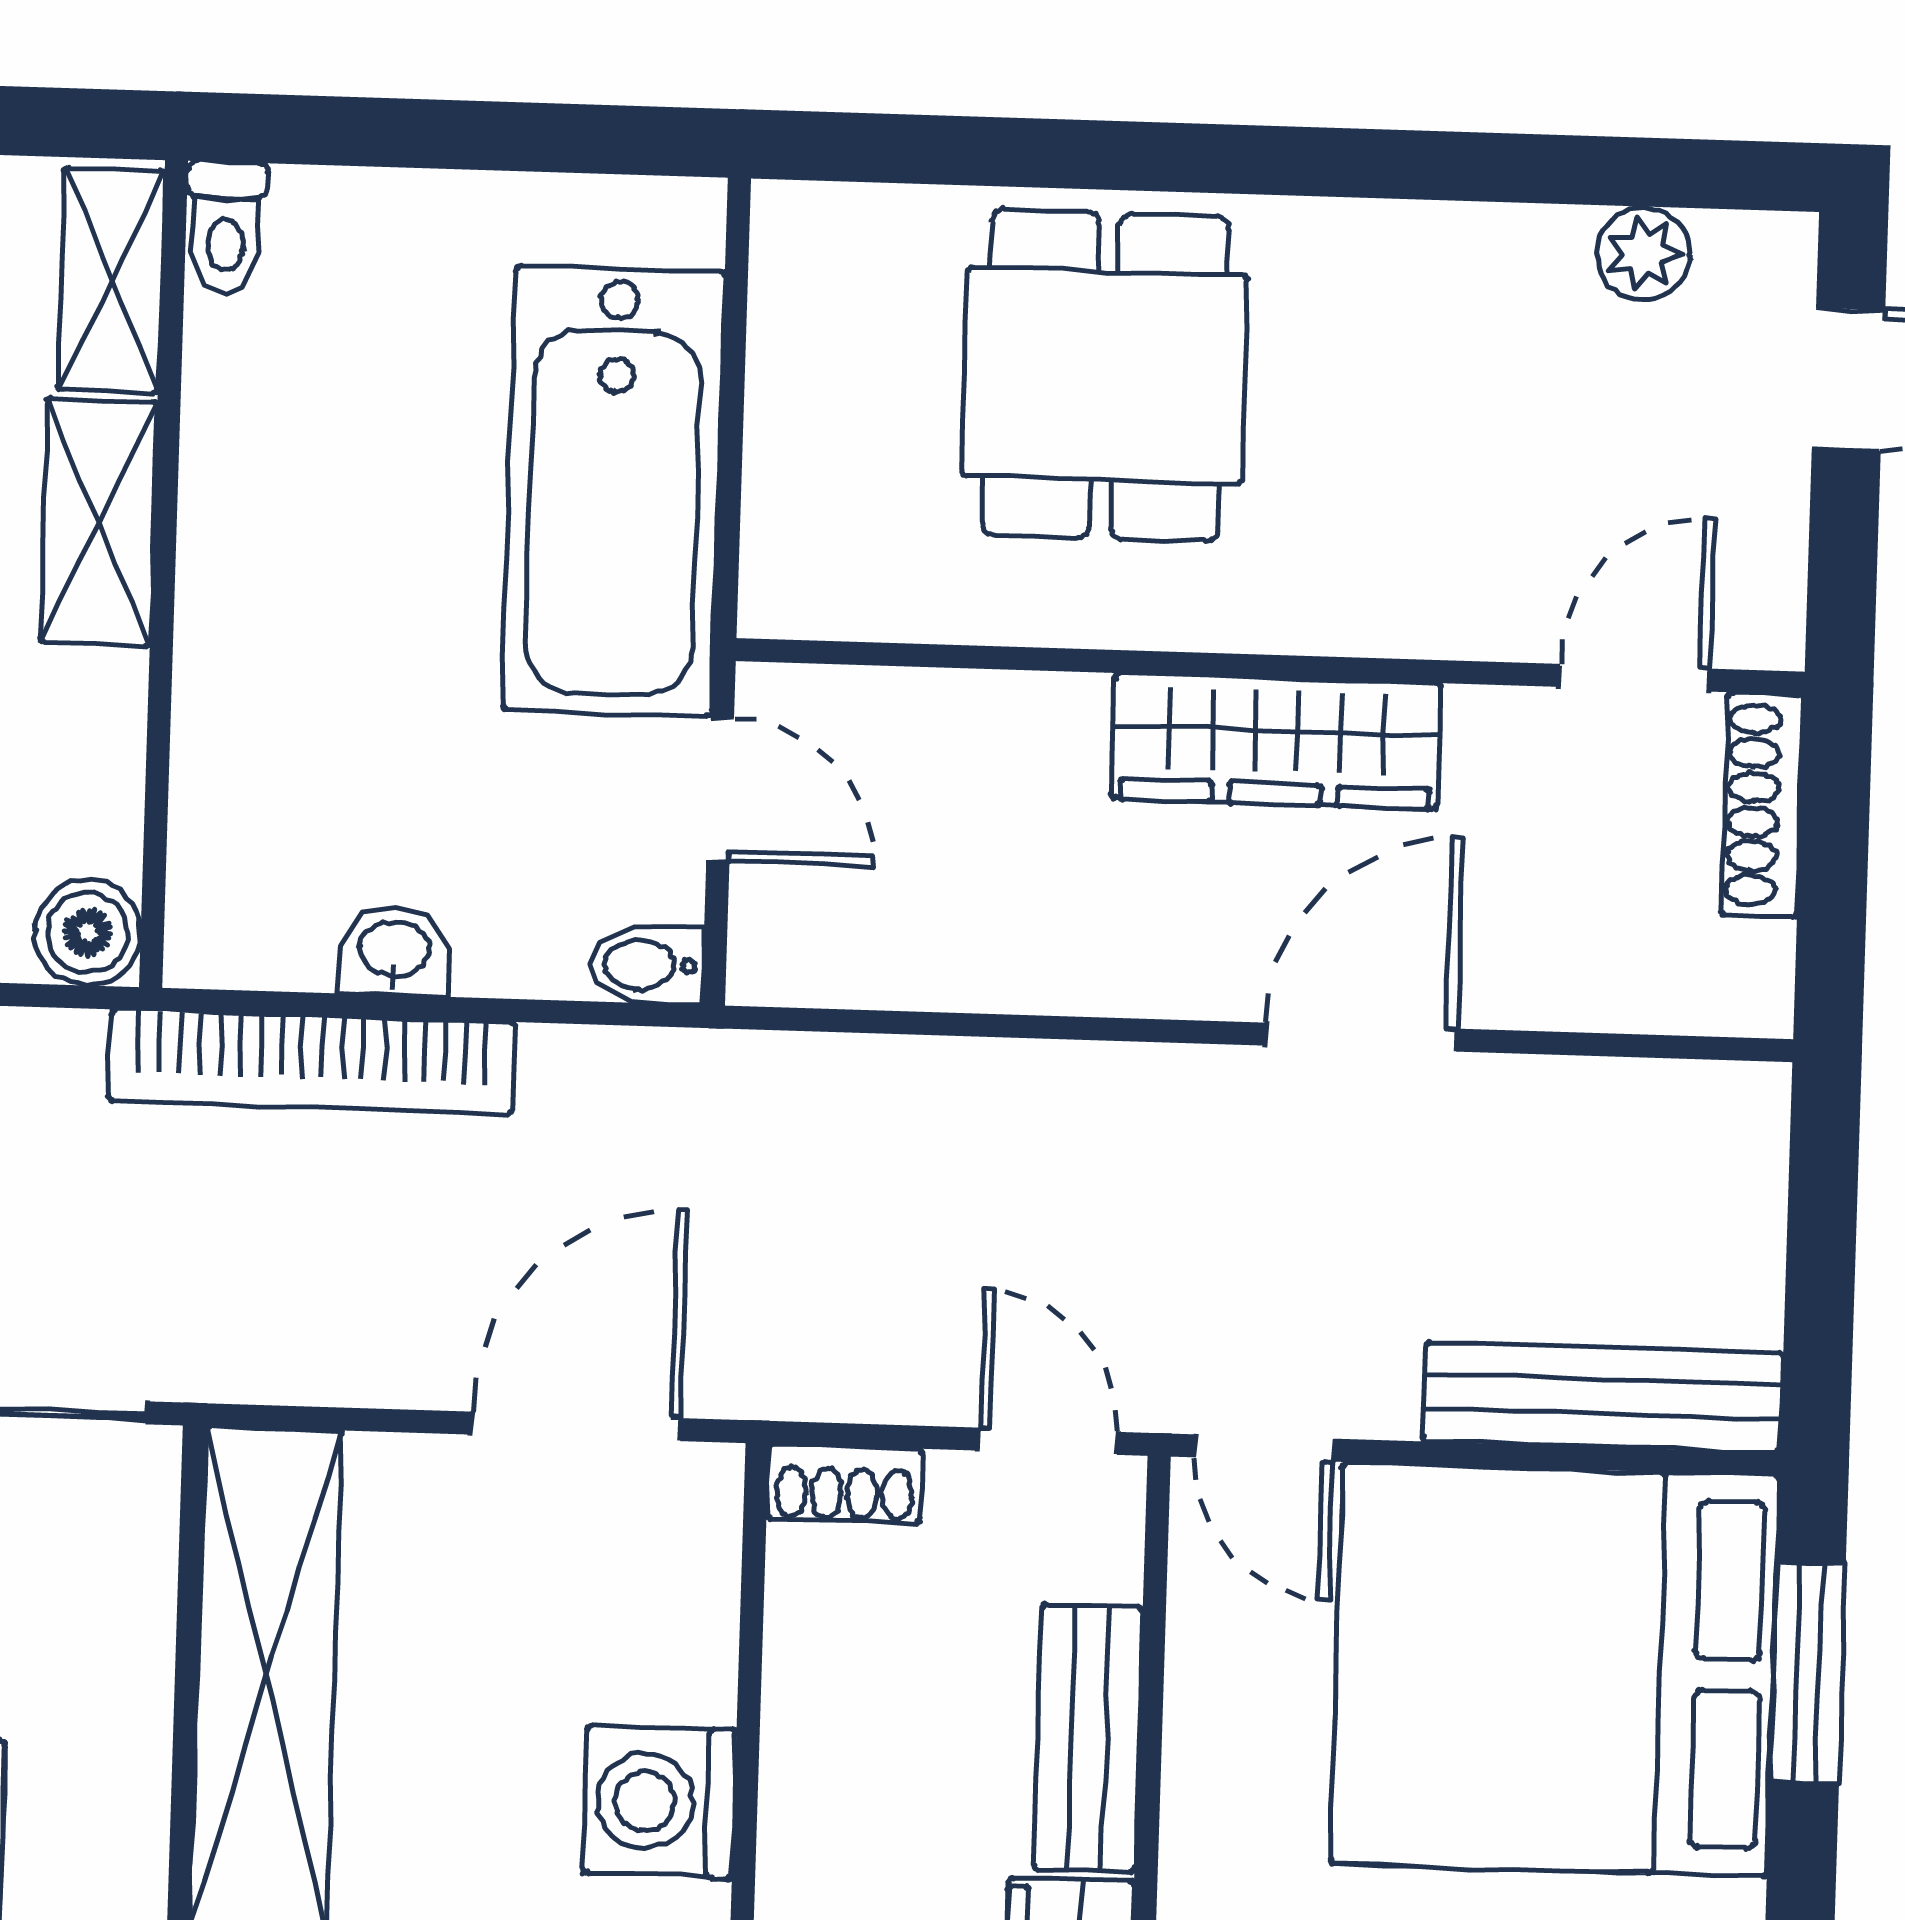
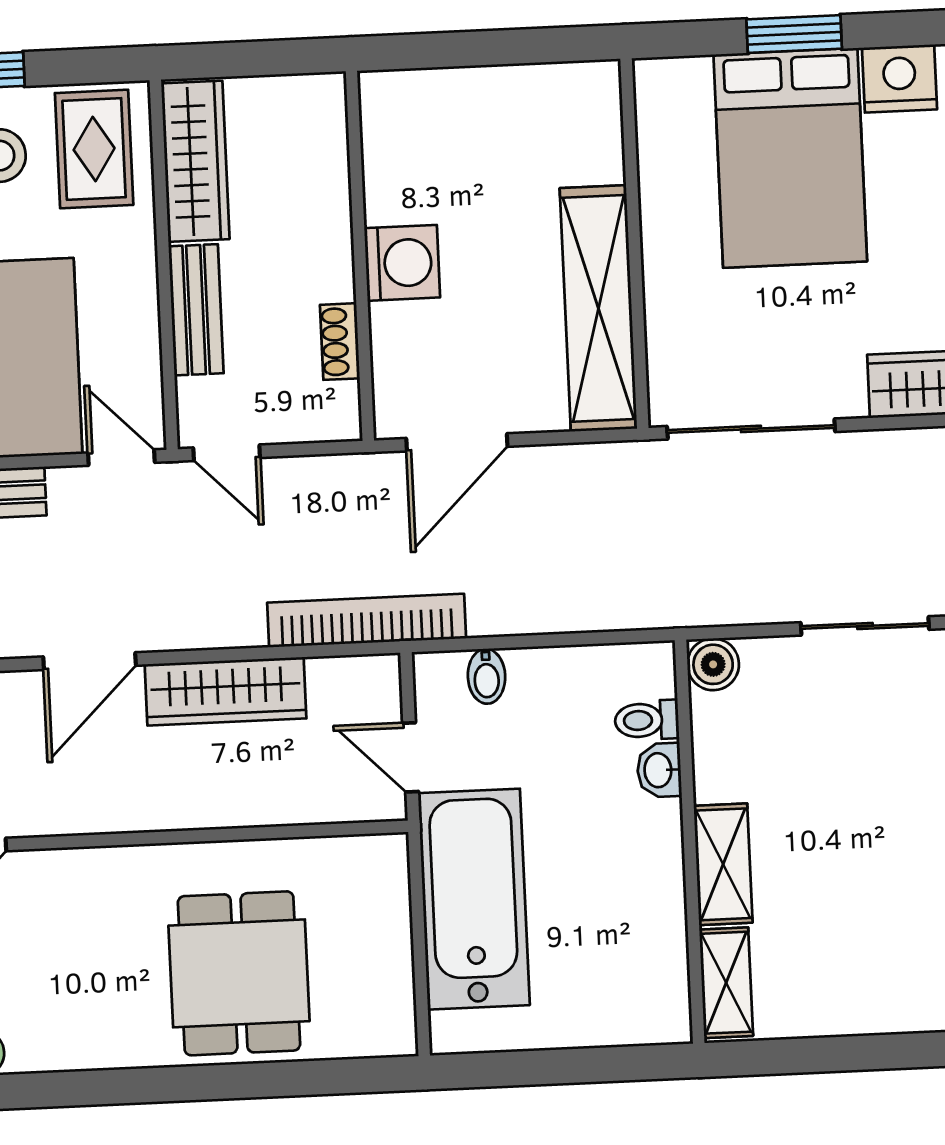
toilet: (226, 227) -> (647, 720), moved, turned -90
wardrobe: (1276, 741) -> (226, 691), moved, turned 180
washbasin: (394, 951) -> (659, 770), moved, turned 90
bidet: (647, 965) -> (487, 676), moved, turned 90
bookcase: (312, 1062) -> (367, 621), moved
shoe rack: (844, 1484) -> (340, 342), moved, turned -90

